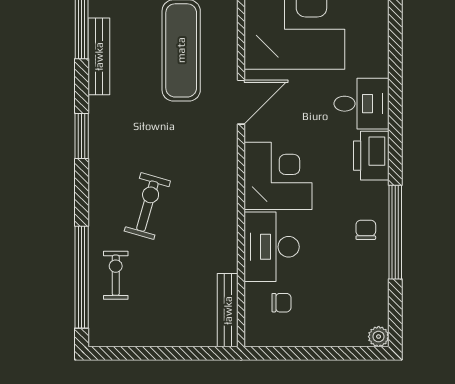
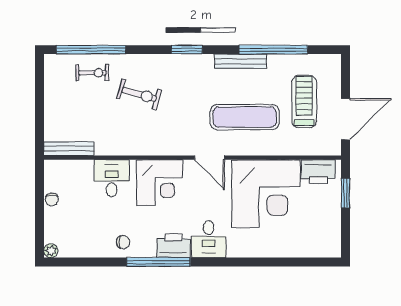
window: (395, 232) -> (158, 262), moved
desk: (272, 247) -> (112, 178), width x0.73
chair: (281, 303) -> (52, 199), moved

